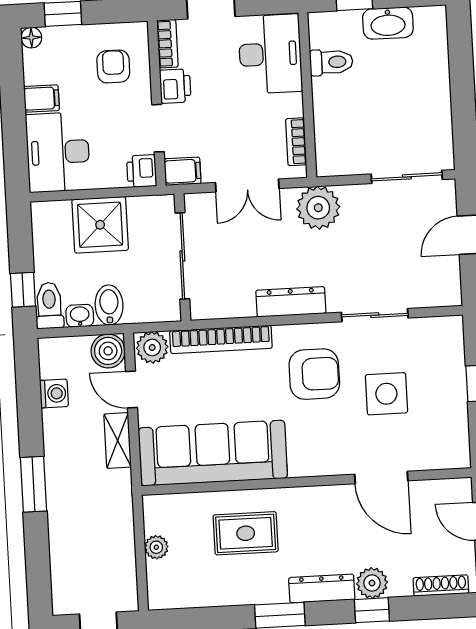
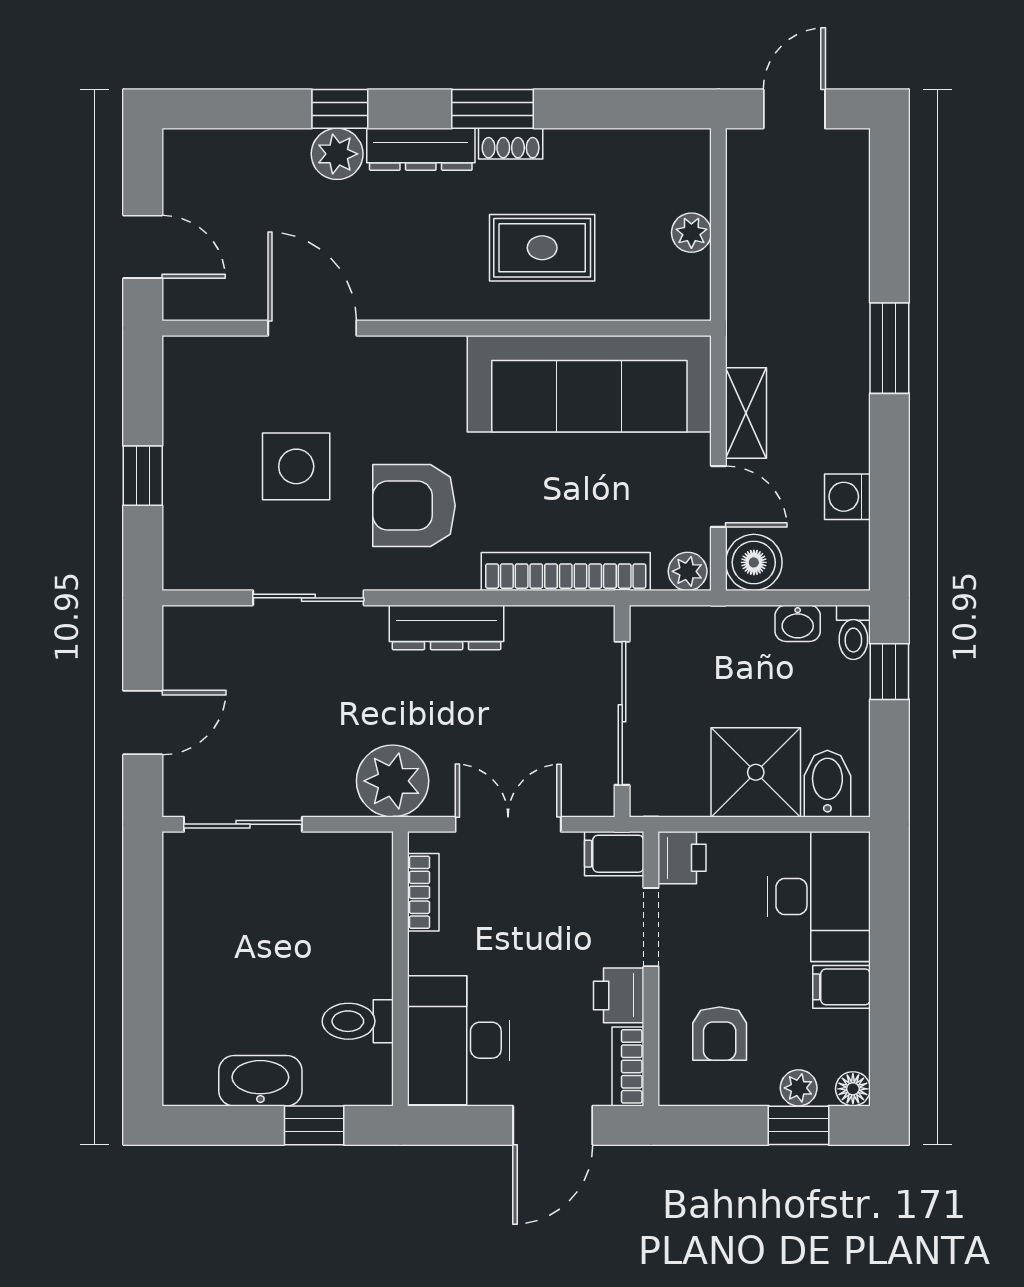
plant: (64, 36) -> (799, 1088), added
bidet: (109, 305) -> (827, 784), moved, turned 180
toilet: (49, 306) -> (853, 632), width x0.73, depth x0.72
plant: (152, 347) -> (688, 571), width x0.73, depth x0.73
shoe rack: (441, 585) -> (511, 144), moved, width x0.70

